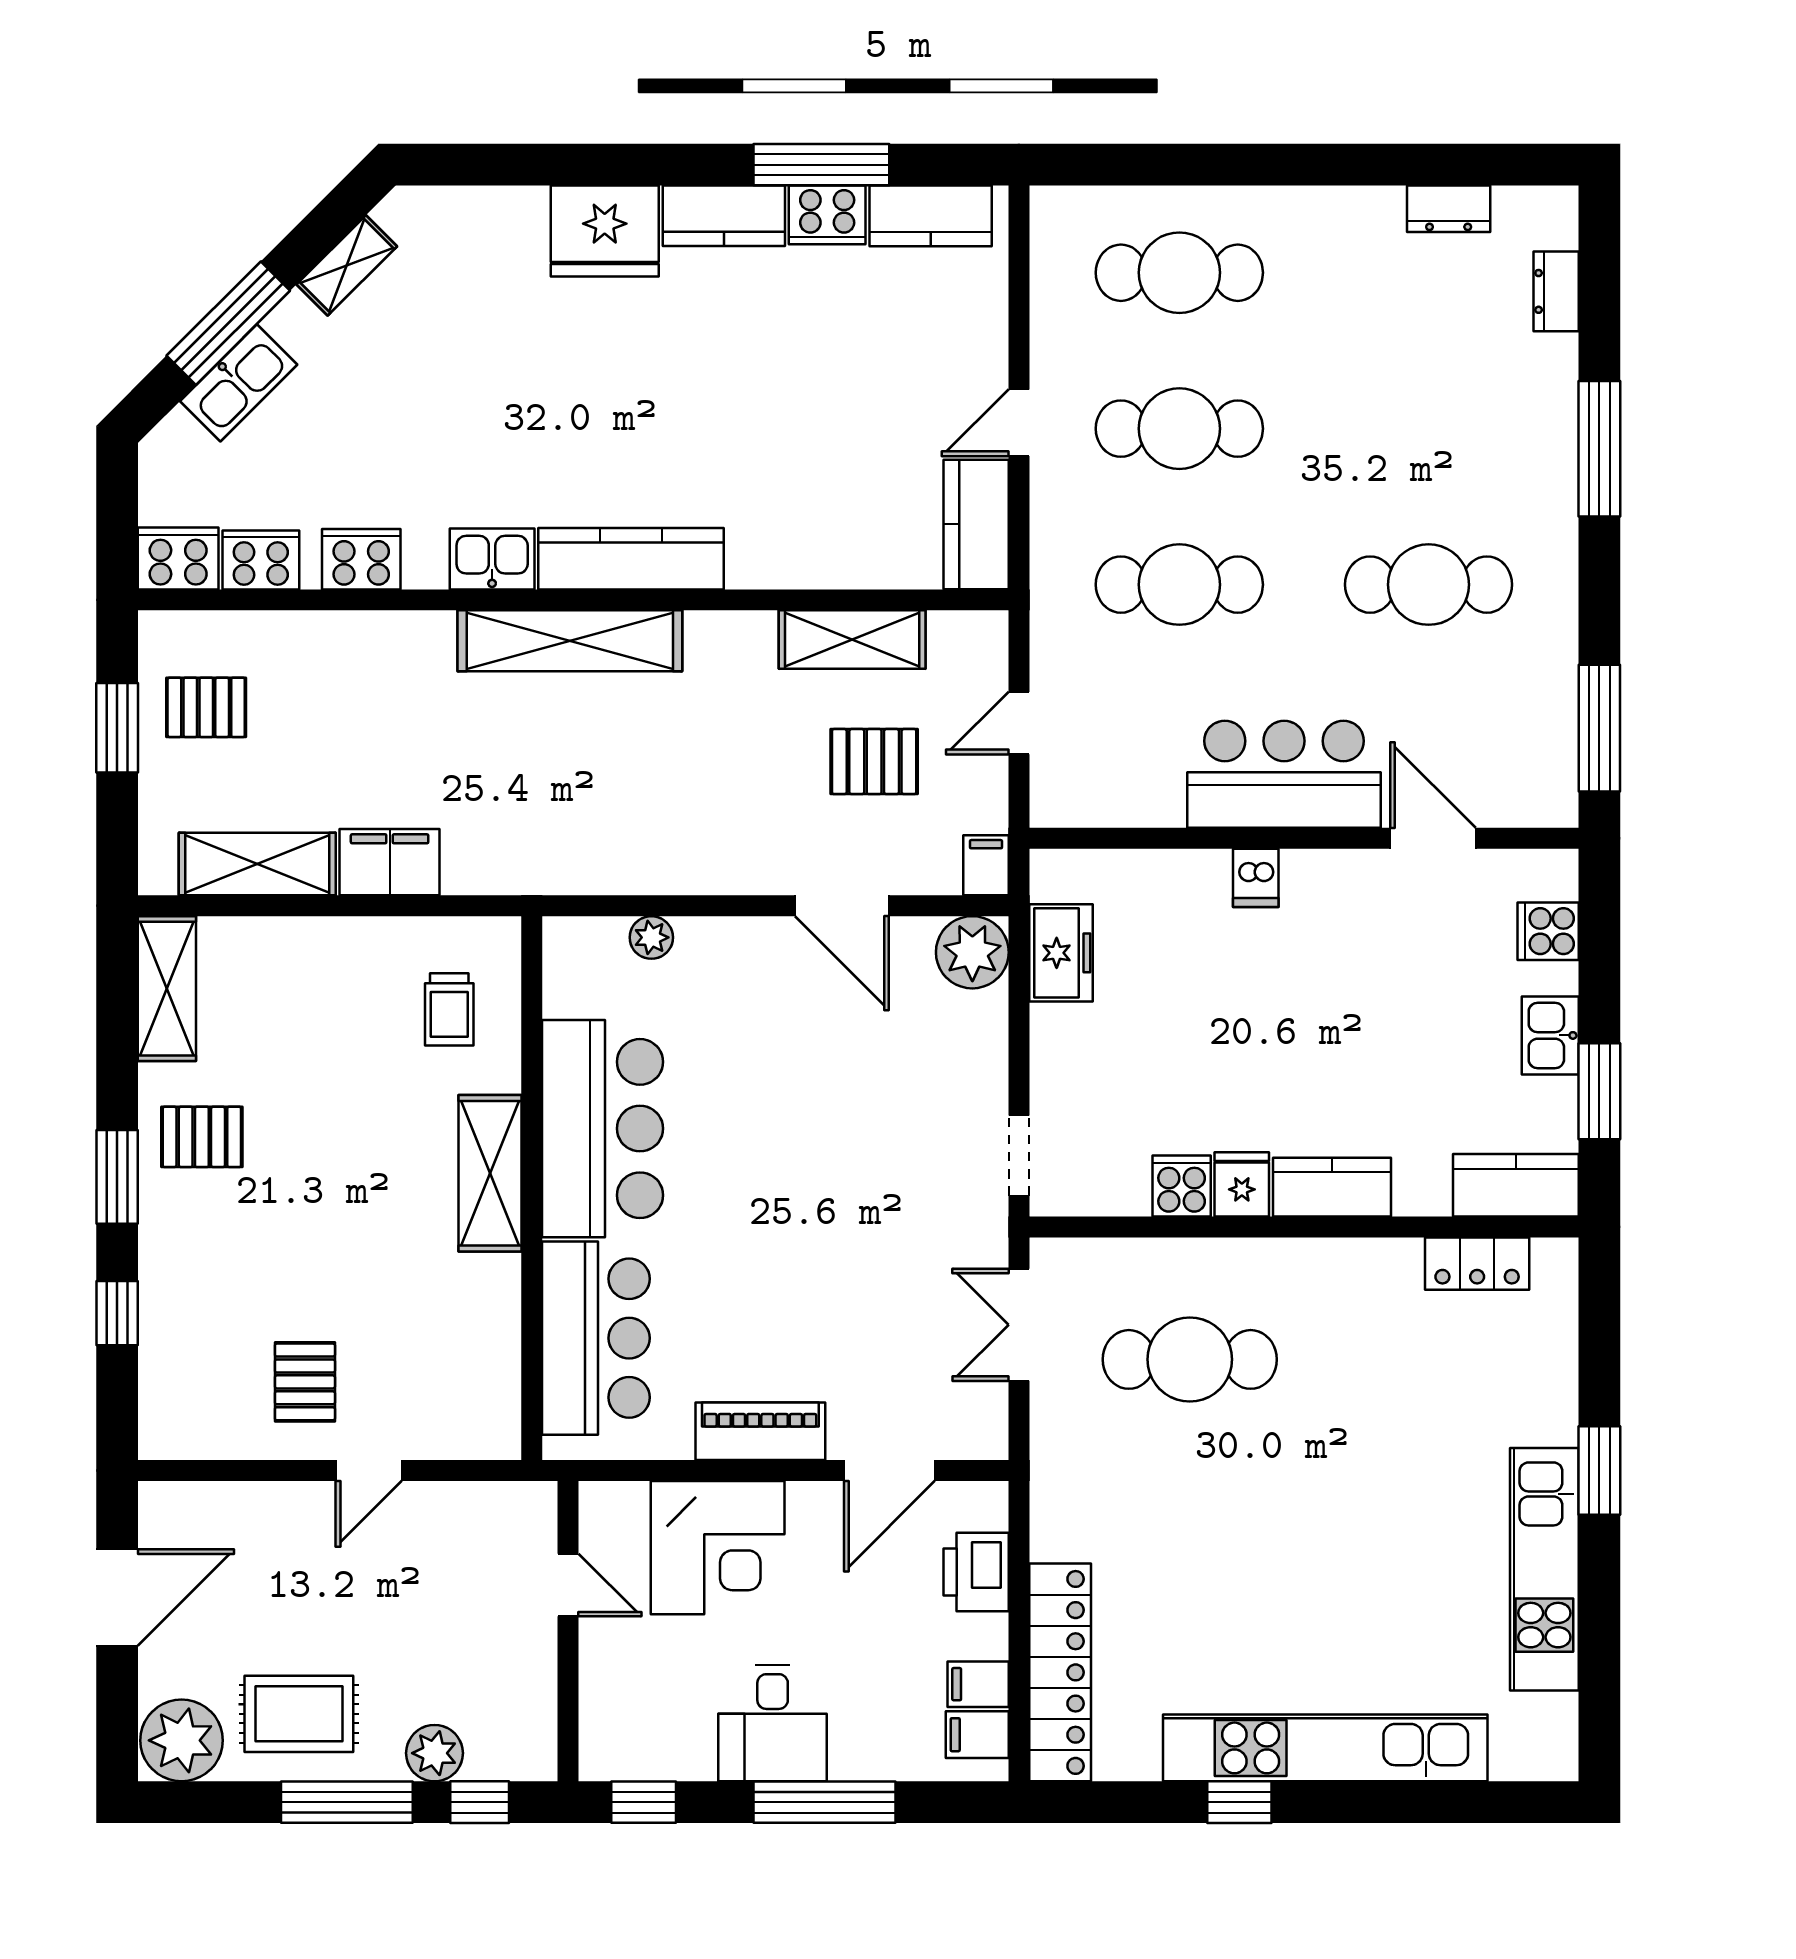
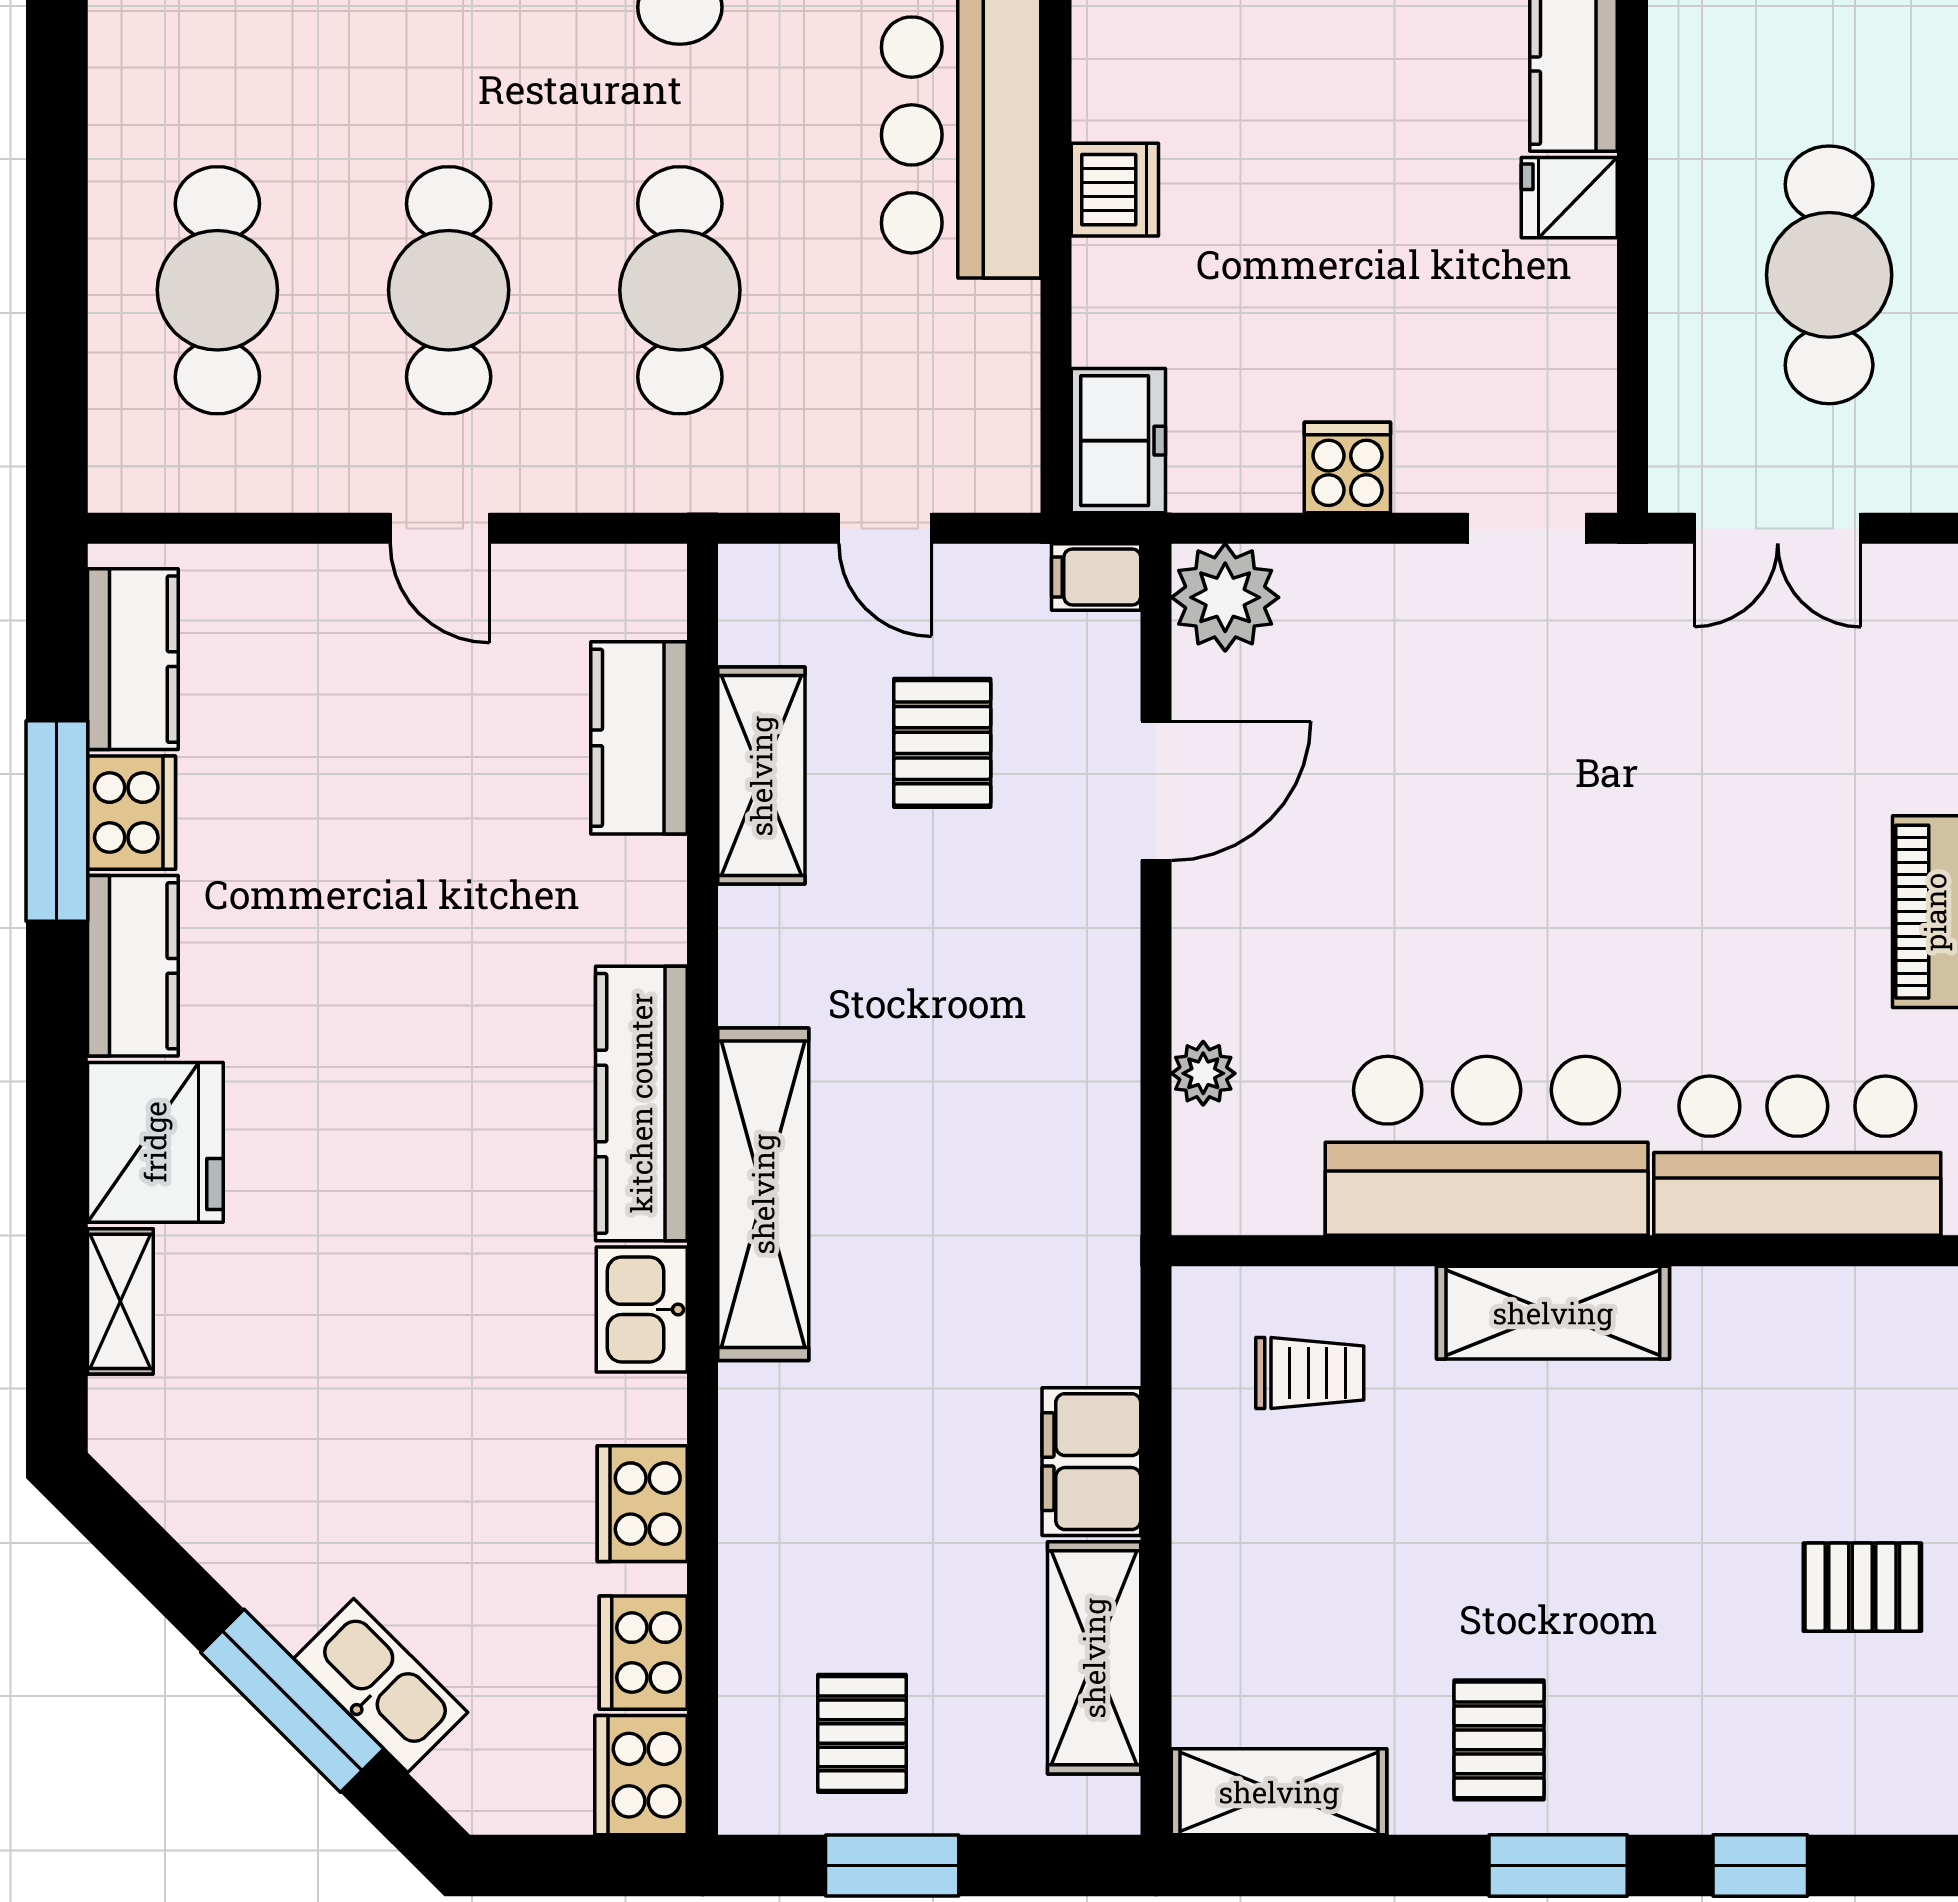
shelving: (347, 265) -> (120, 1301), moved, turned 45
kitchen counter: (976, 524) -> (639, 738), moved, turned 90
dishwasher: (1256, 878) -> (1115, 190), width x1.38
freezer: (1061, 953) -> (1118, 441), moved, turned 90
cooker: (1182, 1186) -> (1347, 467), moved, turned 90

